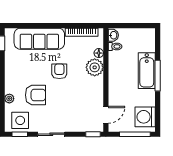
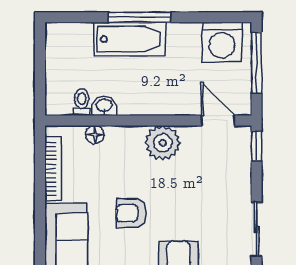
washbasin: (113, 35) -> (104, 106), moved
plant: (95, 67) -> (163, 143), moved

